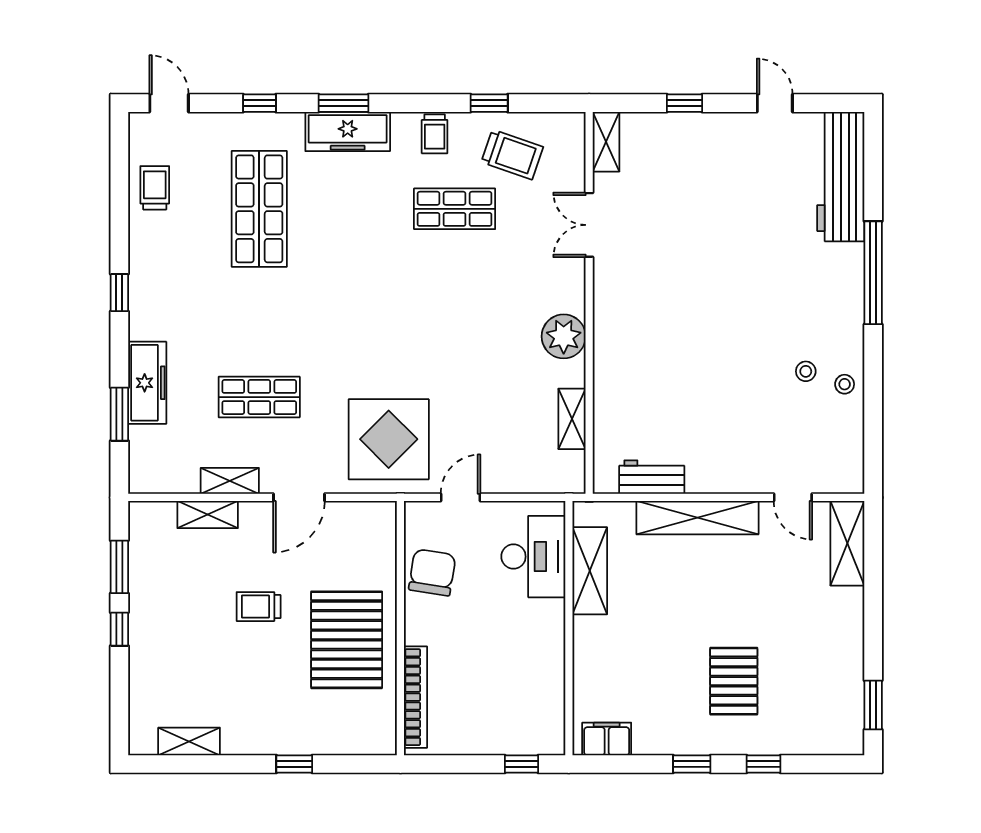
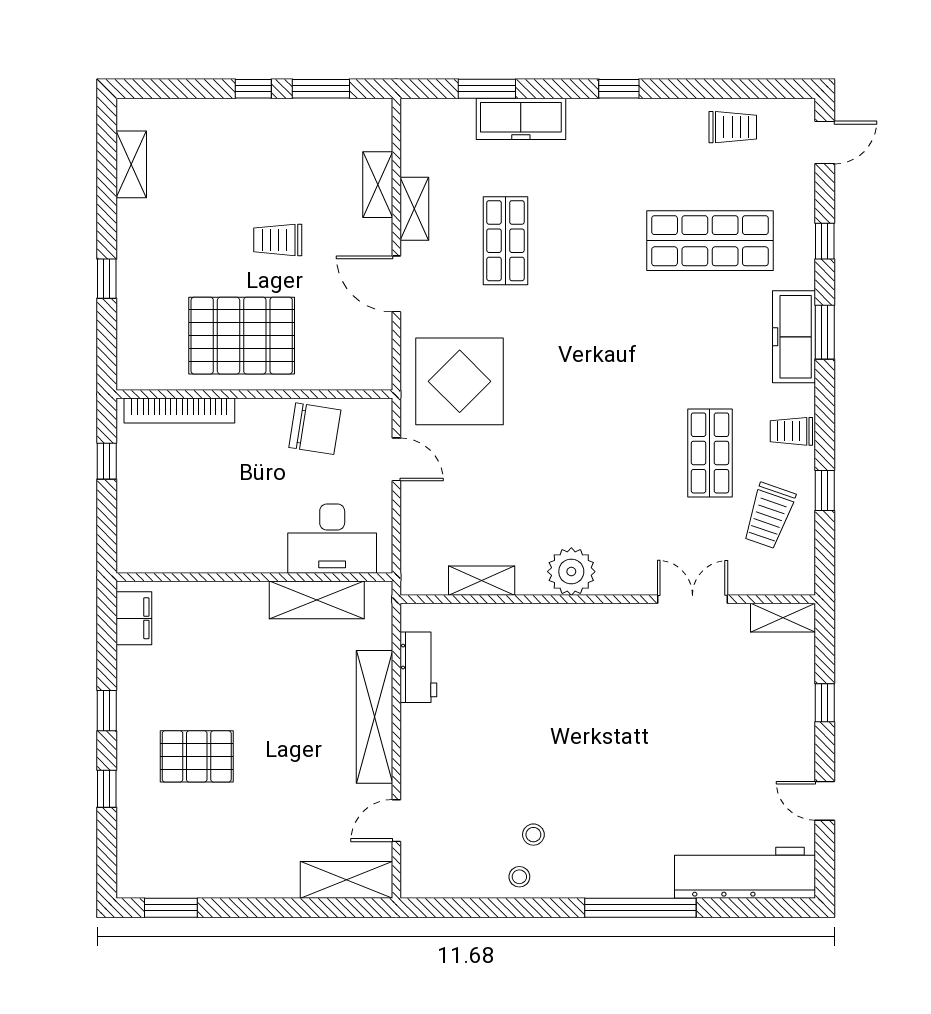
door: (775, 103) -> (825, 801), swing flipped
trolley: (259, 607) -> (278, 240), turned -90
window: (521, 764) -> (107, 461), moved

